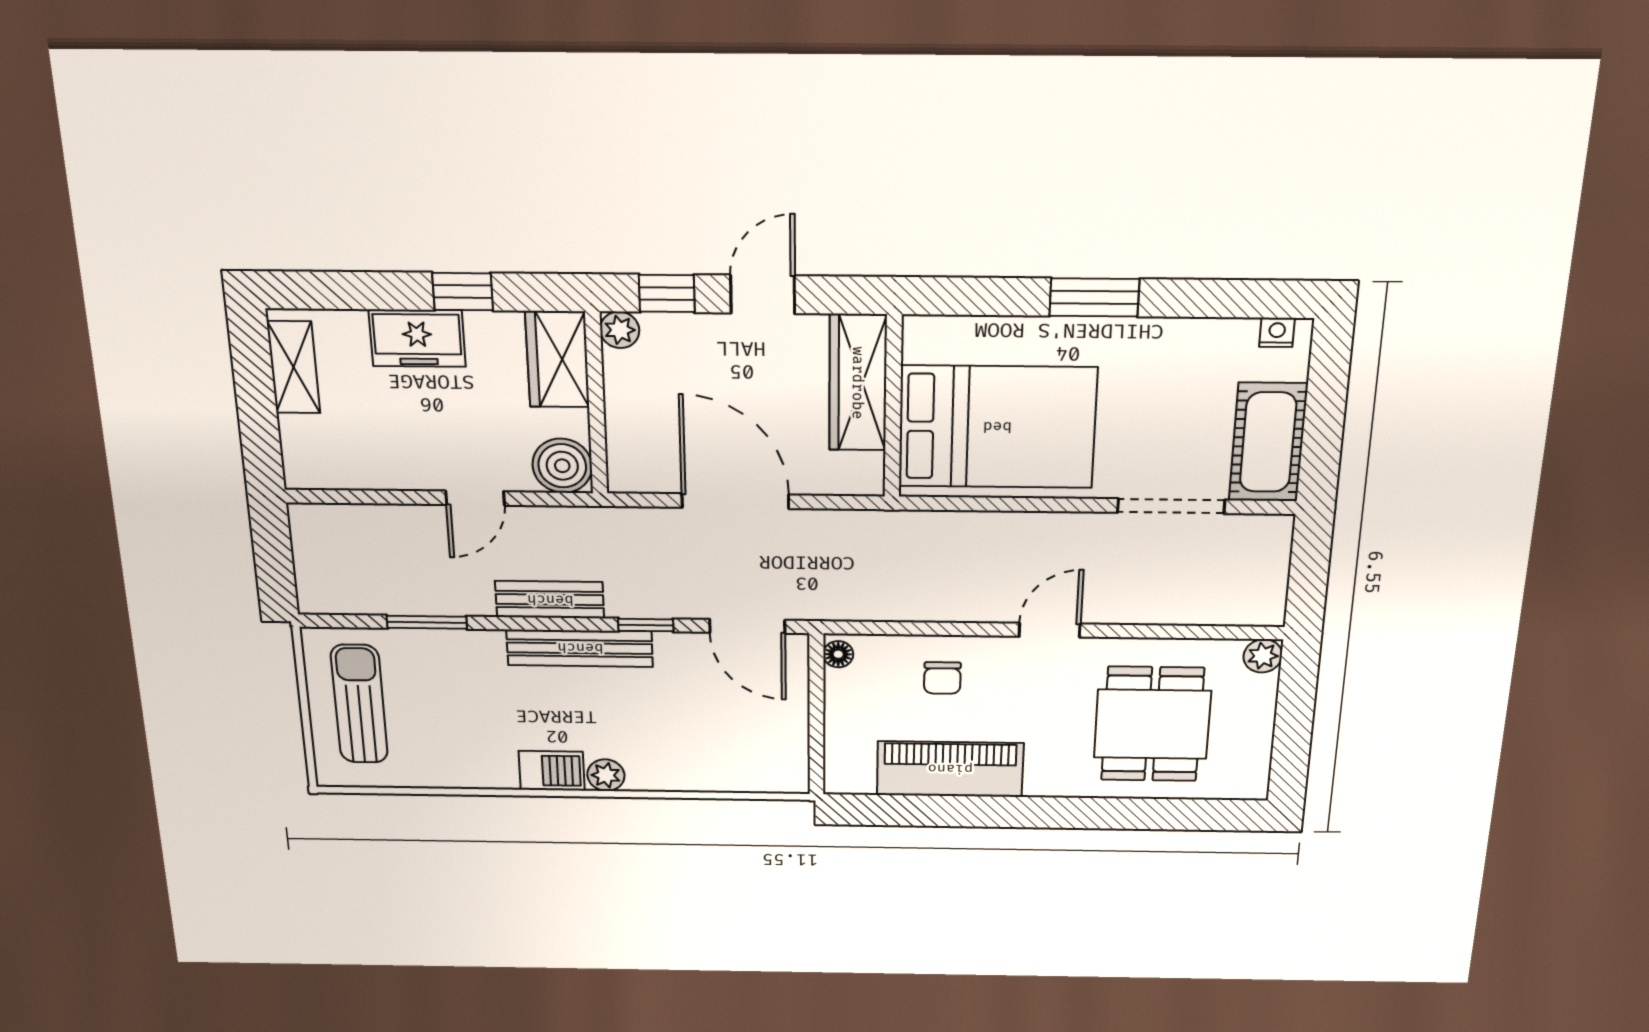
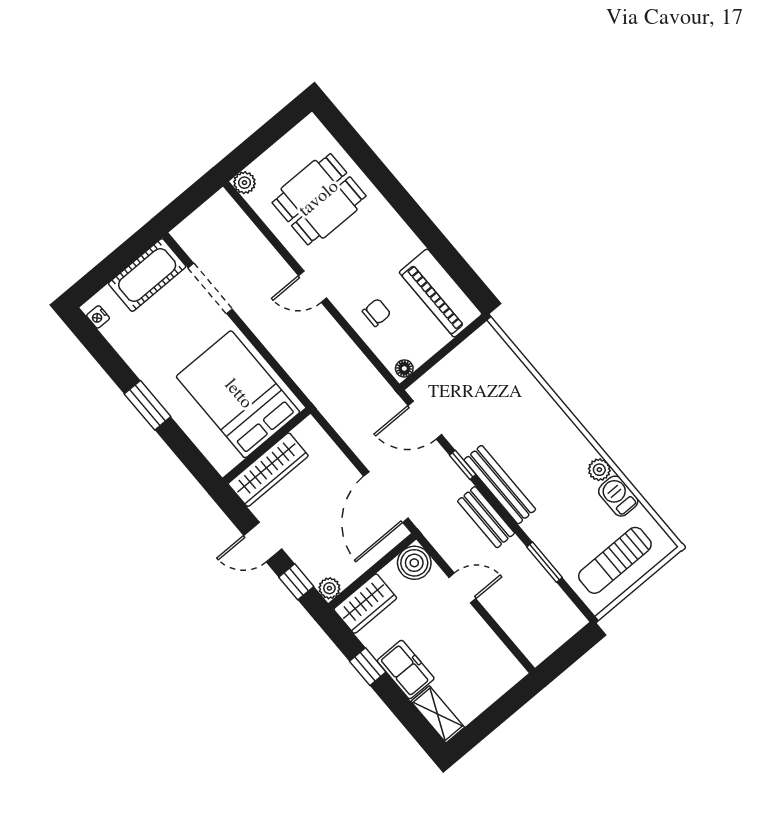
shelving: (294, 367) -> (438, 714), moved, turned 90
door: (735, 501) -> (386, 497), moved
door: (747, 626) -> (425, 420), swing flipped
piano: (950, 769) -> (441, 293), moved
barbecue: (552, 771) -> (618, 496), moved
plant: (606, 775) -> (599, 470), moved

